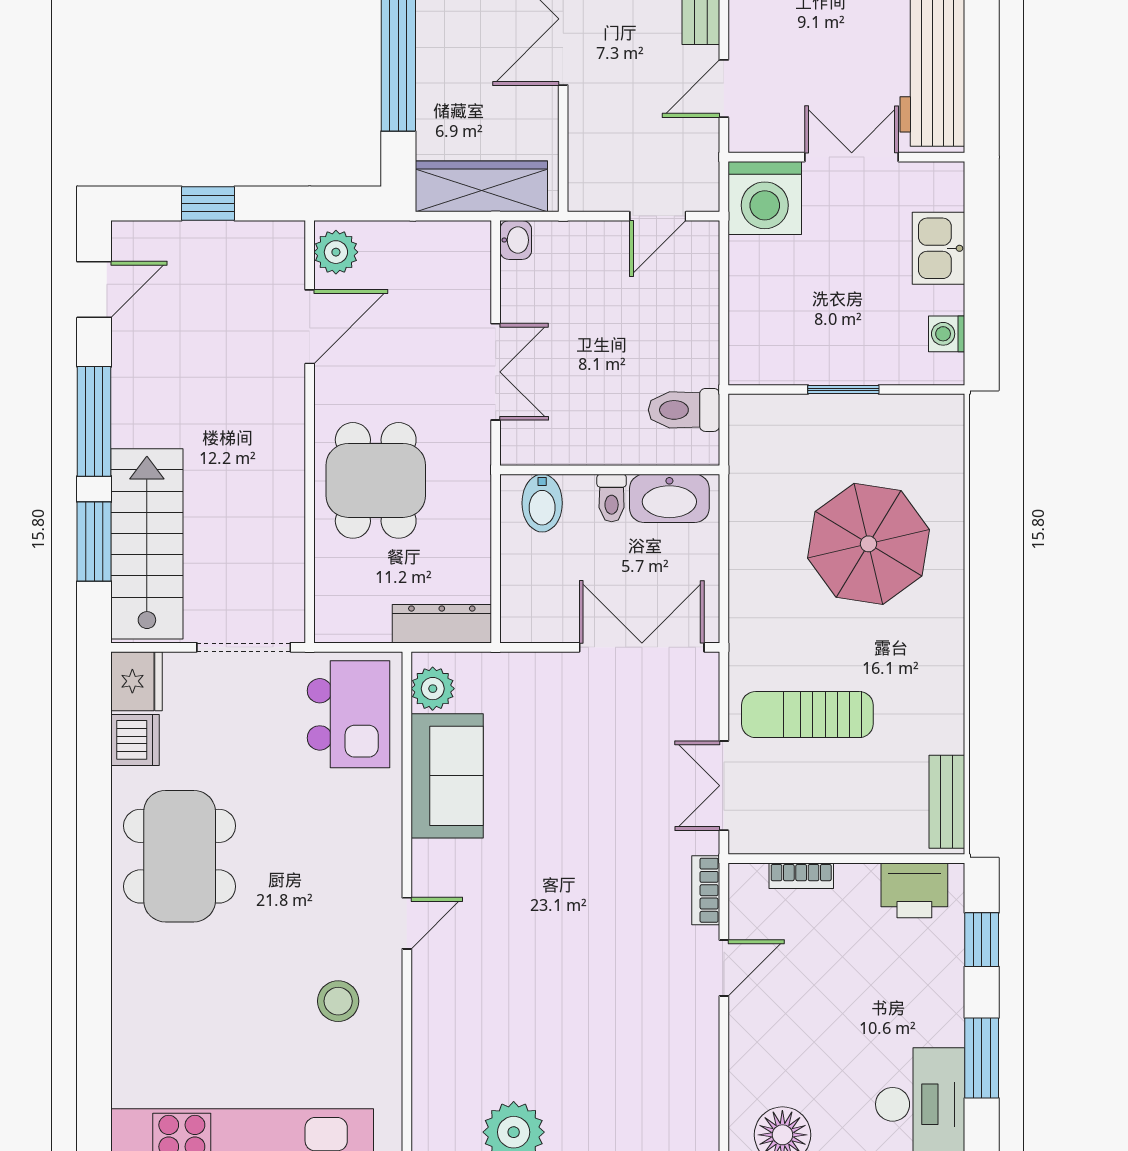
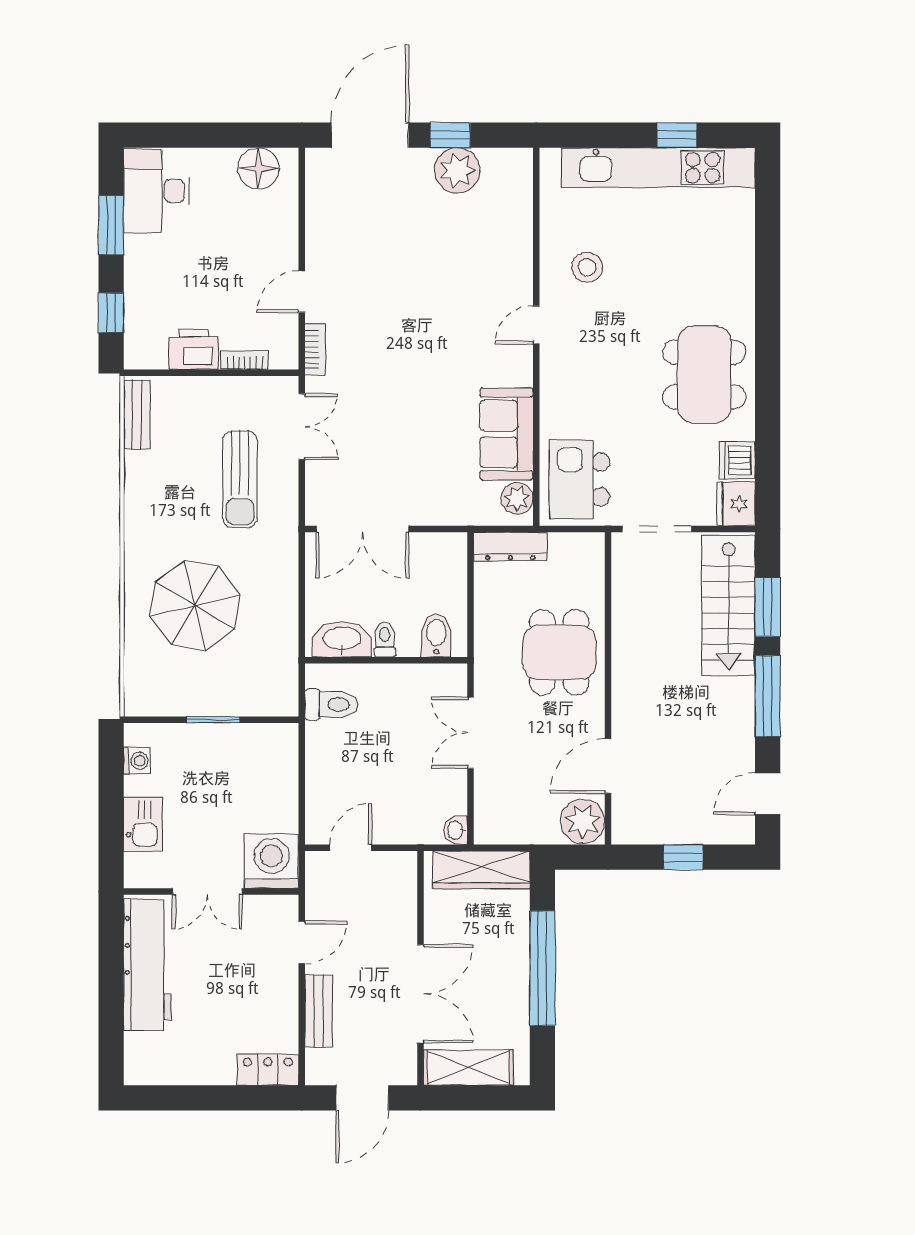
plant: (336, 252) -> (583, 821), width x1.36, depth x1.36
sun lounger: (807, 715) -> (240, 479), turned 90
printer: (914, 890) -> (194, 349), moved

